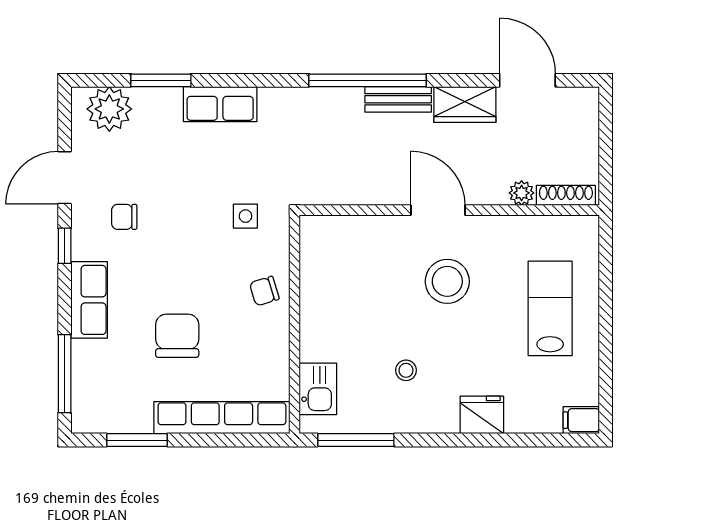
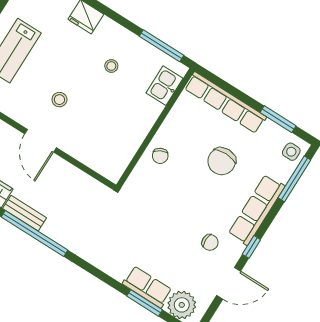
row of seats: (220, 104) -> (147, 287), moved
side table: (245, 216) -> (291, 152), moved
stool: (447, 281) -> (59, 100), width x0.53, depth x0.53
chair: (264, 291) -> (160, 156), turned 80
row of seats: (89, 300) -> (257, 210), width x1.48

